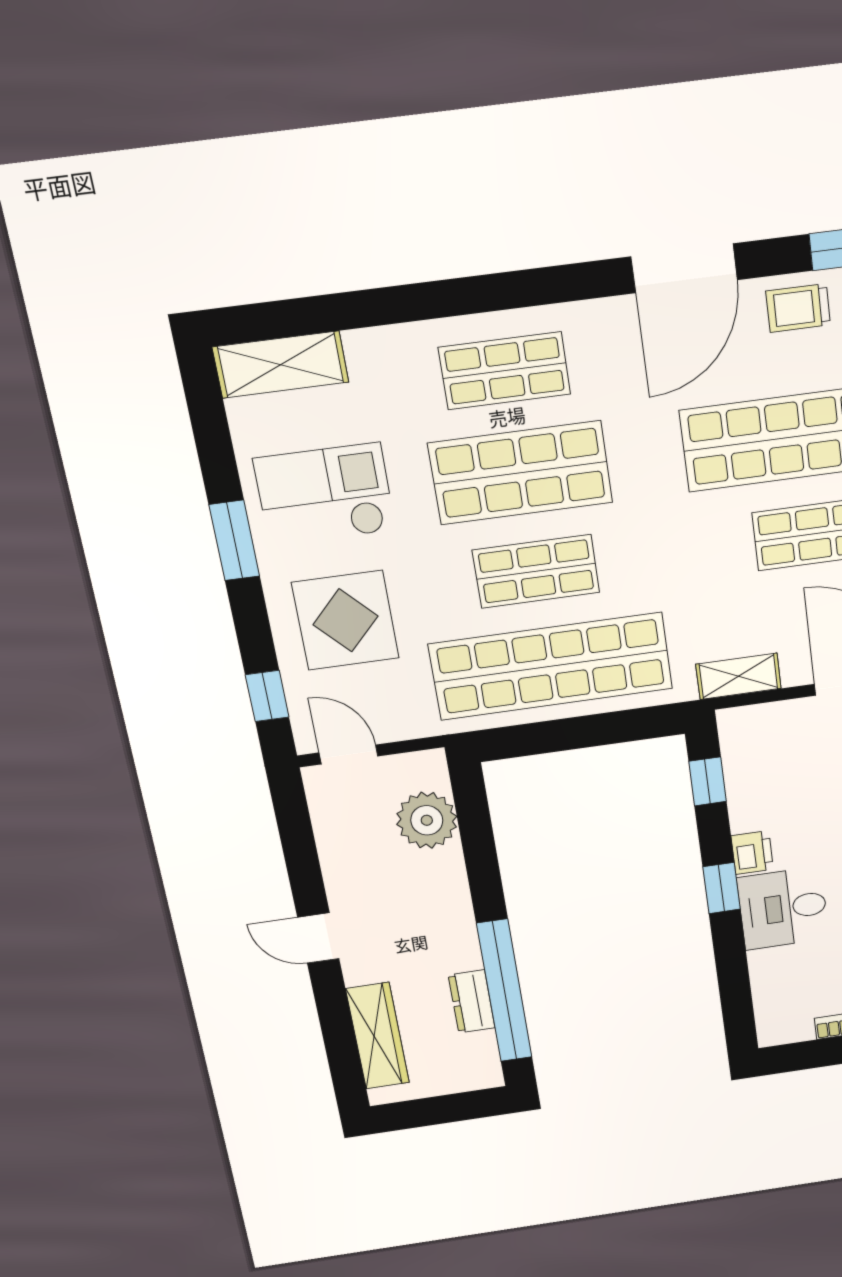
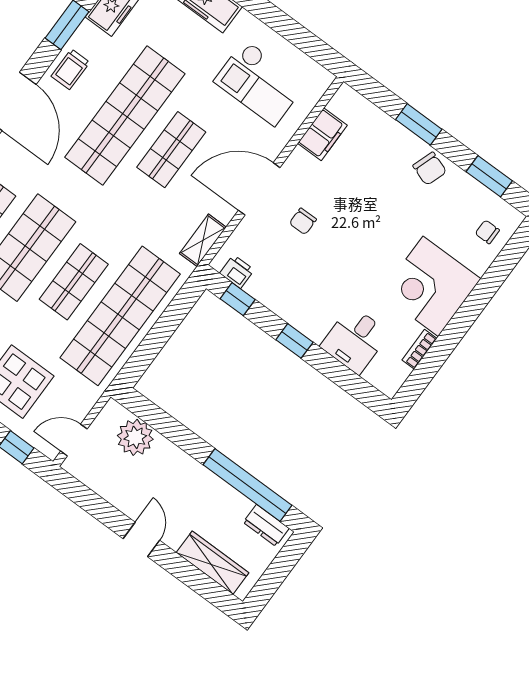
printer: (752, 853) -> (237, 272), moved
desk: (783, 908) -> (355, 340), moved
door: (318, 938) -> (141, 539), swing flipped
dresser: (472, 1001) -> (266, 525), moved

